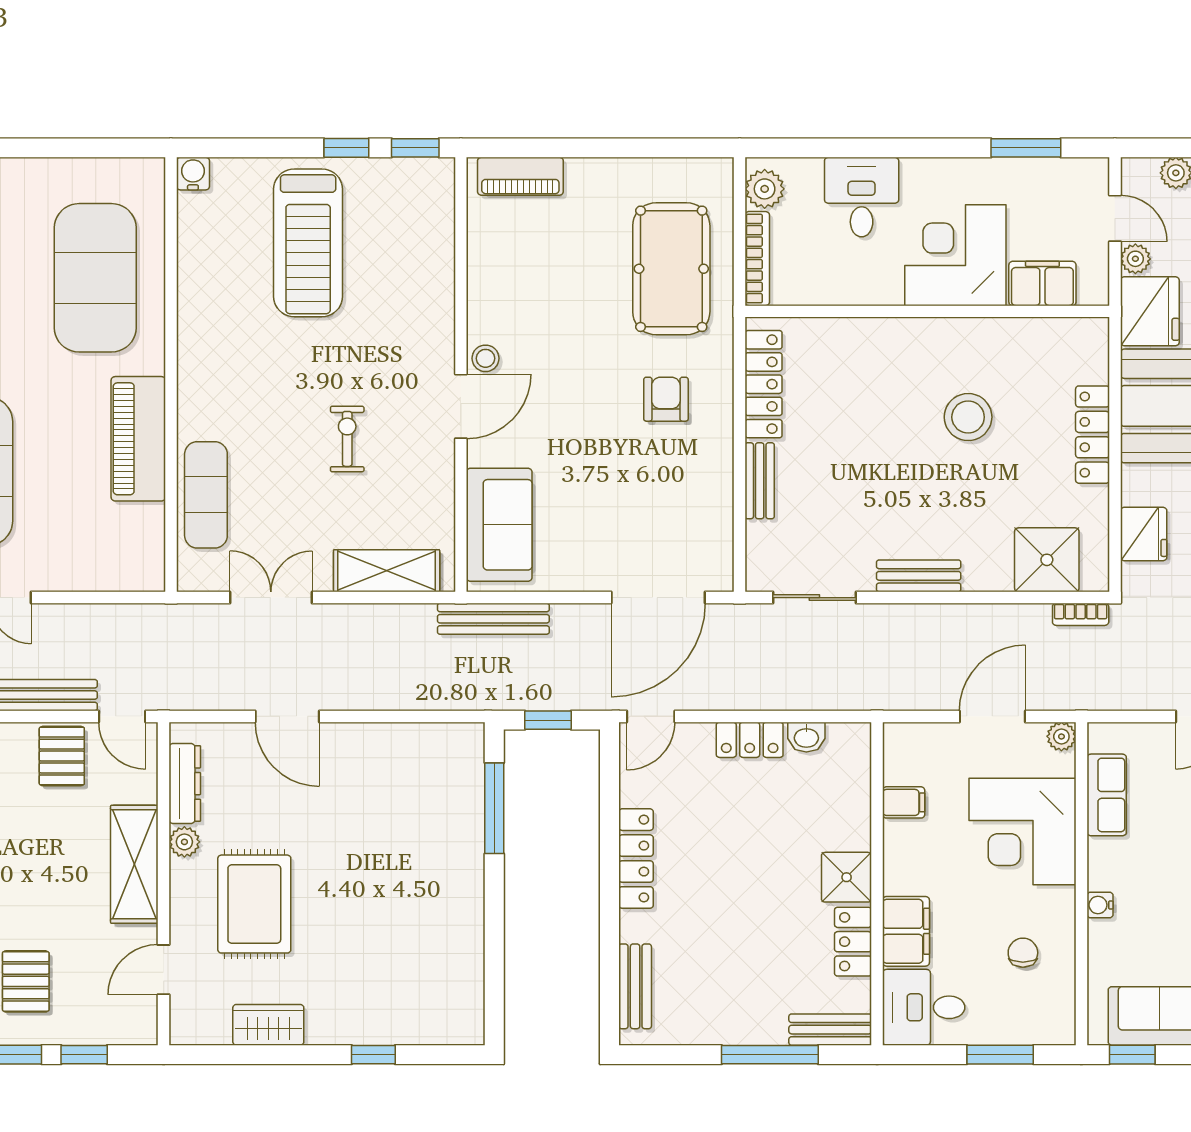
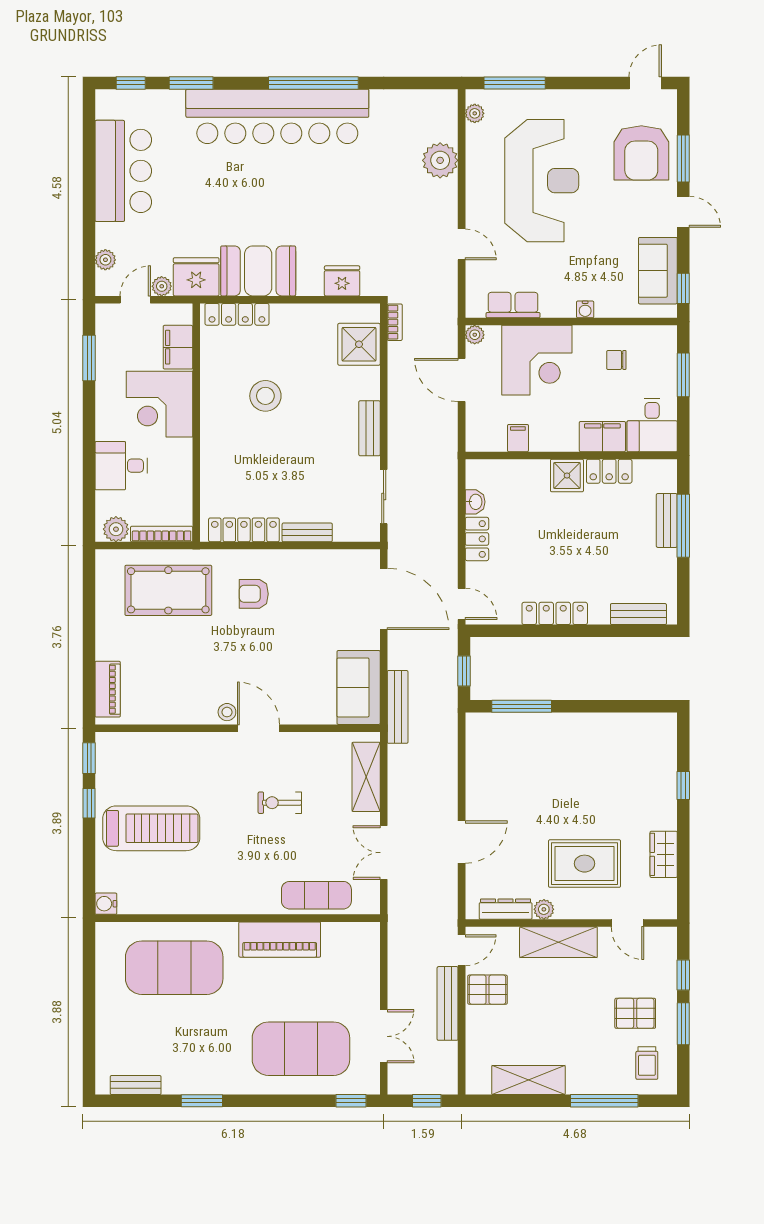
locker: (1093, 435) -> (237, 314), moved
sofa: (499, 525) -> (359, 687), moved, turned -90
bench: (830, 1030) -> (667, 520), moved

